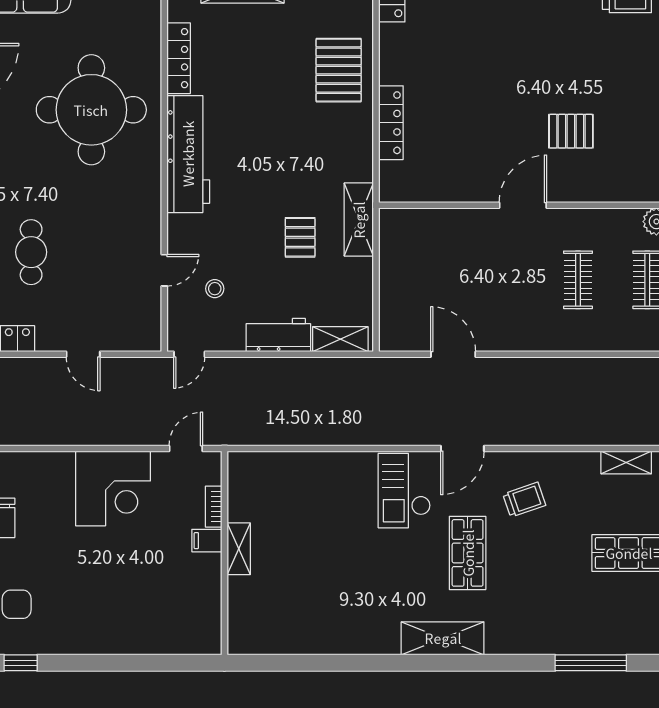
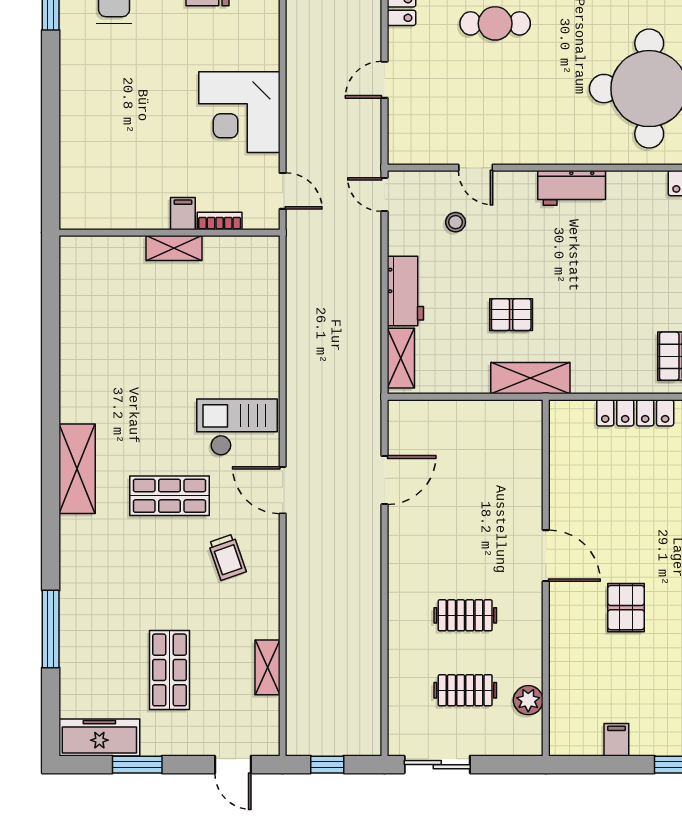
workbench: (188, 154) -> (572, 188), width x0.53, depth x0.76

